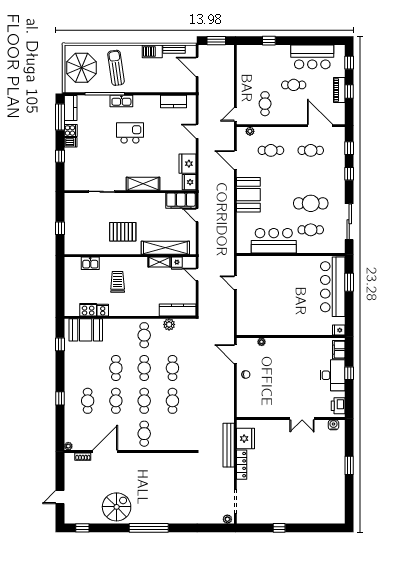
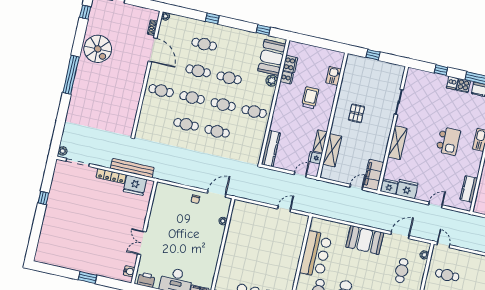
pallet: (123, 232) -> (356, 113), width x0.67, depth x0.71
shelving: (165, 248) -> (332, 150), width x0.68
trolley: (118, 282) -> (310, 98), turned -90
plant: (169, 324) -> (272, 81), moved

